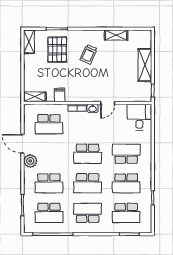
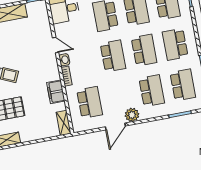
filing cabinet: (60, 95) -> (56, 92), width x2.00

